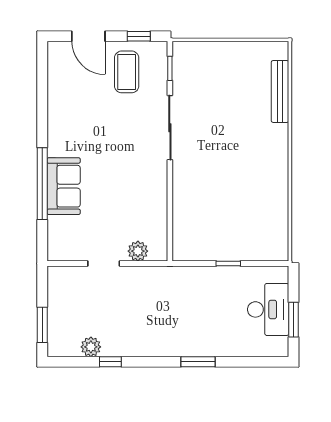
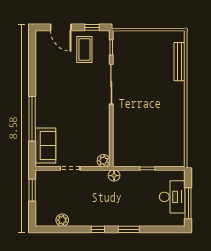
sofa: (64, 186) -> (45, 145), moved
plant: (138, 251) -> (104, 161), moved
floor lamp: (174, 275) -> (114, 176), added
window: (294, 320) -> (188, 203), width x1.44
window: (42, 325) -> (32, 190), moved
window: (110, 362) -> (98, 229), moved

